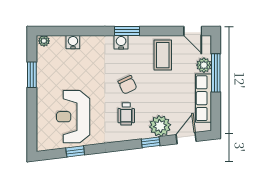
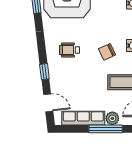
chair: (127, 85) -> (107, 52), moved
plant: (160, 126) -> (59, 80), removed

